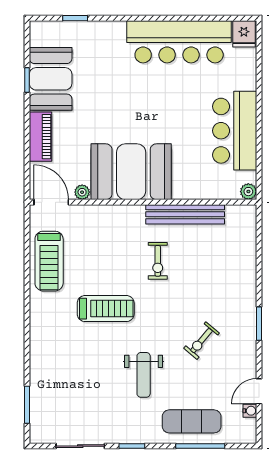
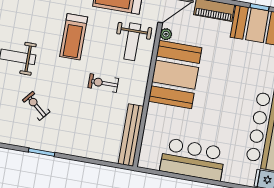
plant: (248, 192) -> (144, 162), removed
bench: (185, 214) -> (131, 135), moved
weight bench: (99, 233) -> (132, 42), added

